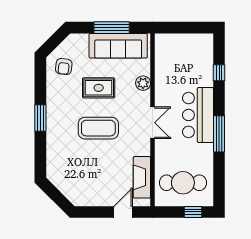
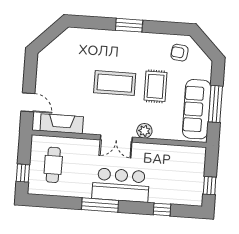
window: (192, 28) -> (210, 186), added
plant: (143, 83) -> (144, 131), moved
coffee table: (98, 128) -> (115, 83), turned 90
cafe table: (183, 183) -> (53, 165), width x0.73, depth x0.74

